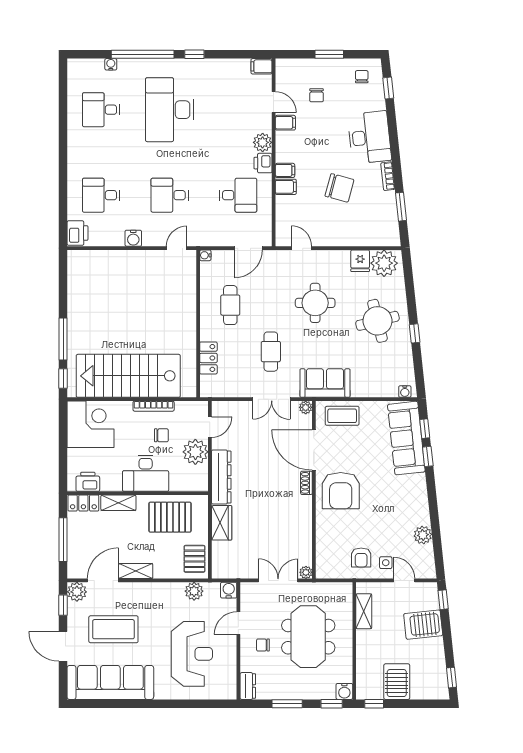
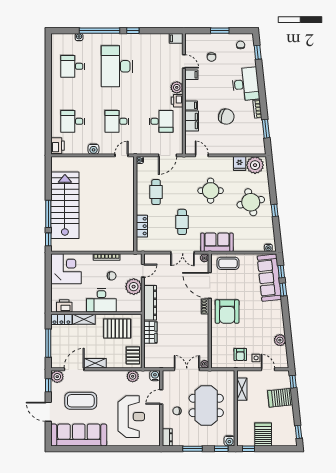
filing cabinet: (286, 187) -> (192, 121), width x2.00
stairs: (128, 376) -> (65, 205), moved, turned 90

